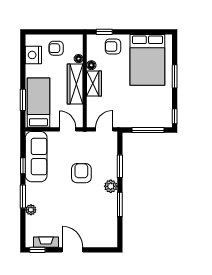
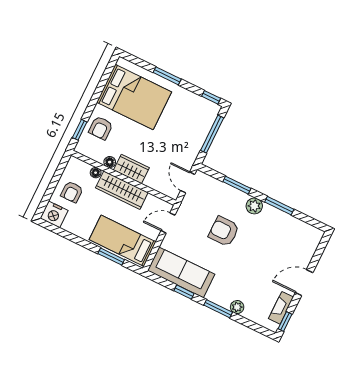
nightstand: (33, 55) -> (54, 214), moved

